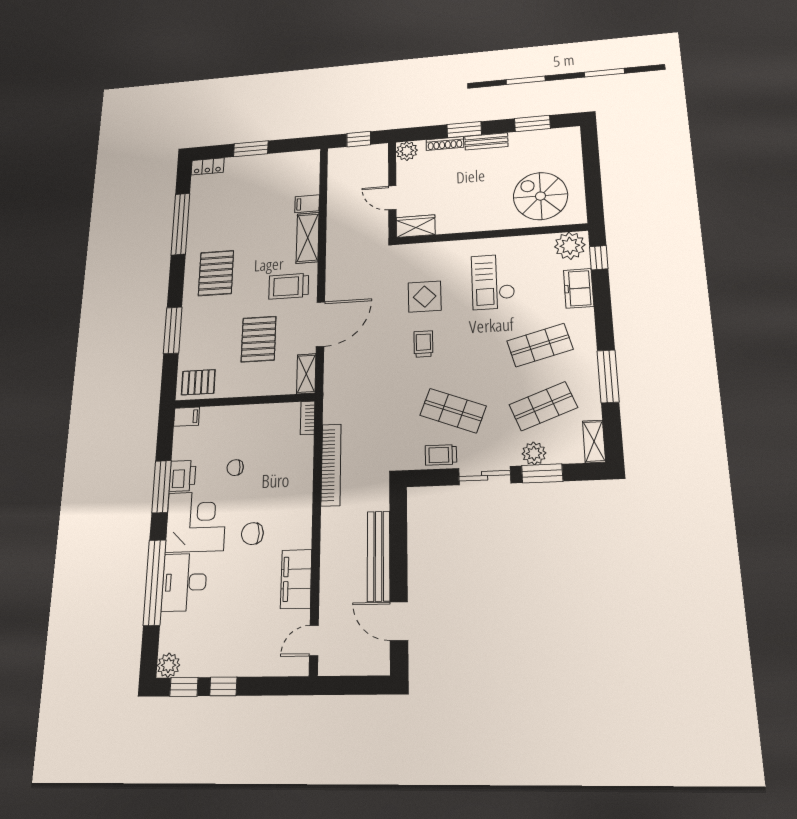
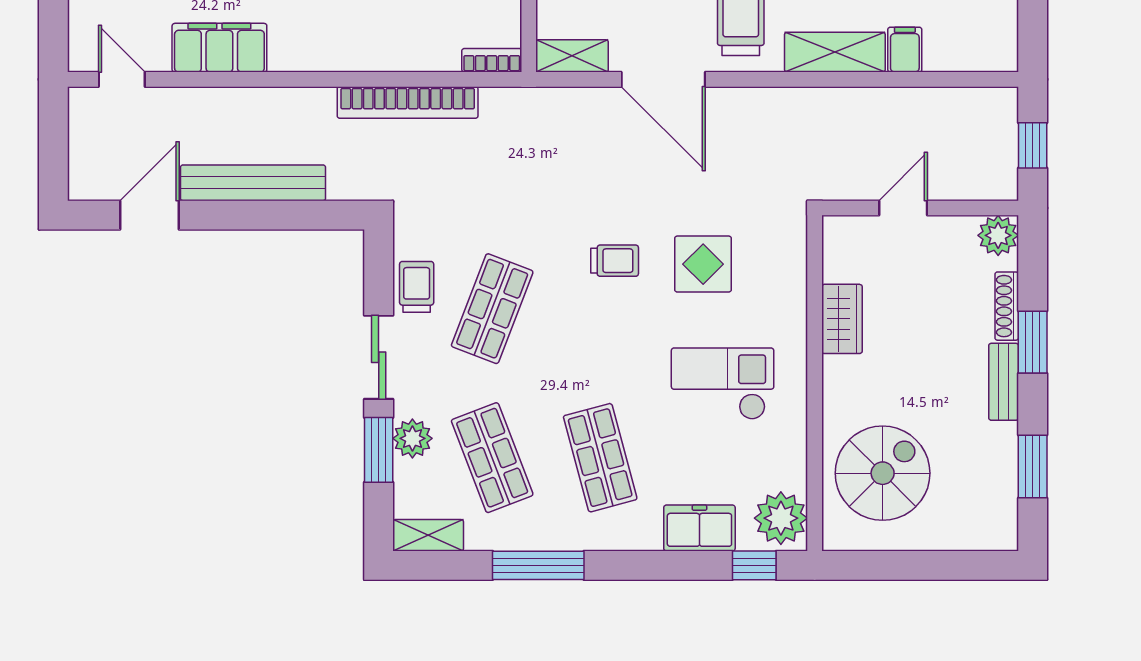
wardrobe: (416, 226) -> (842, 319), moved

